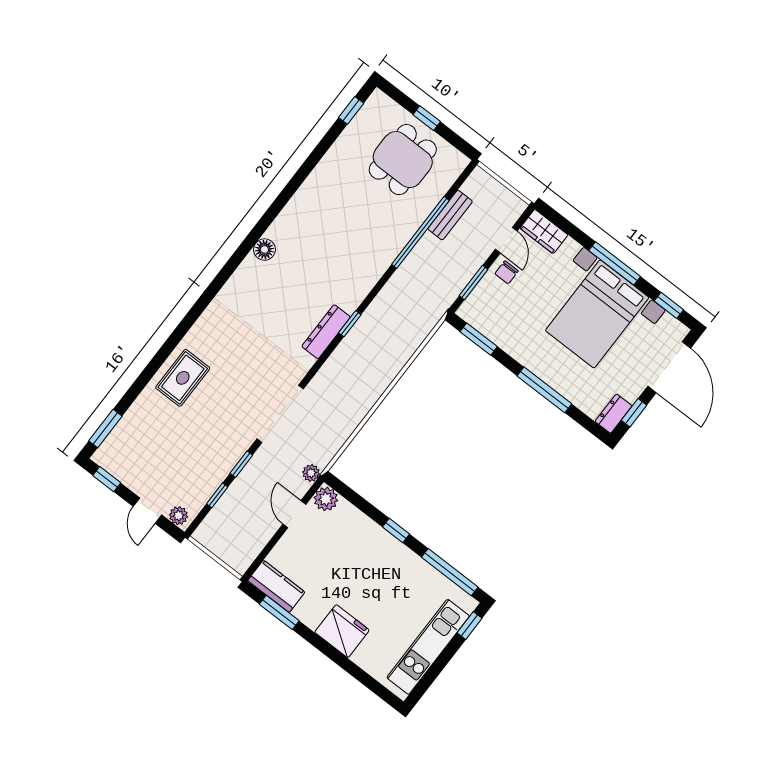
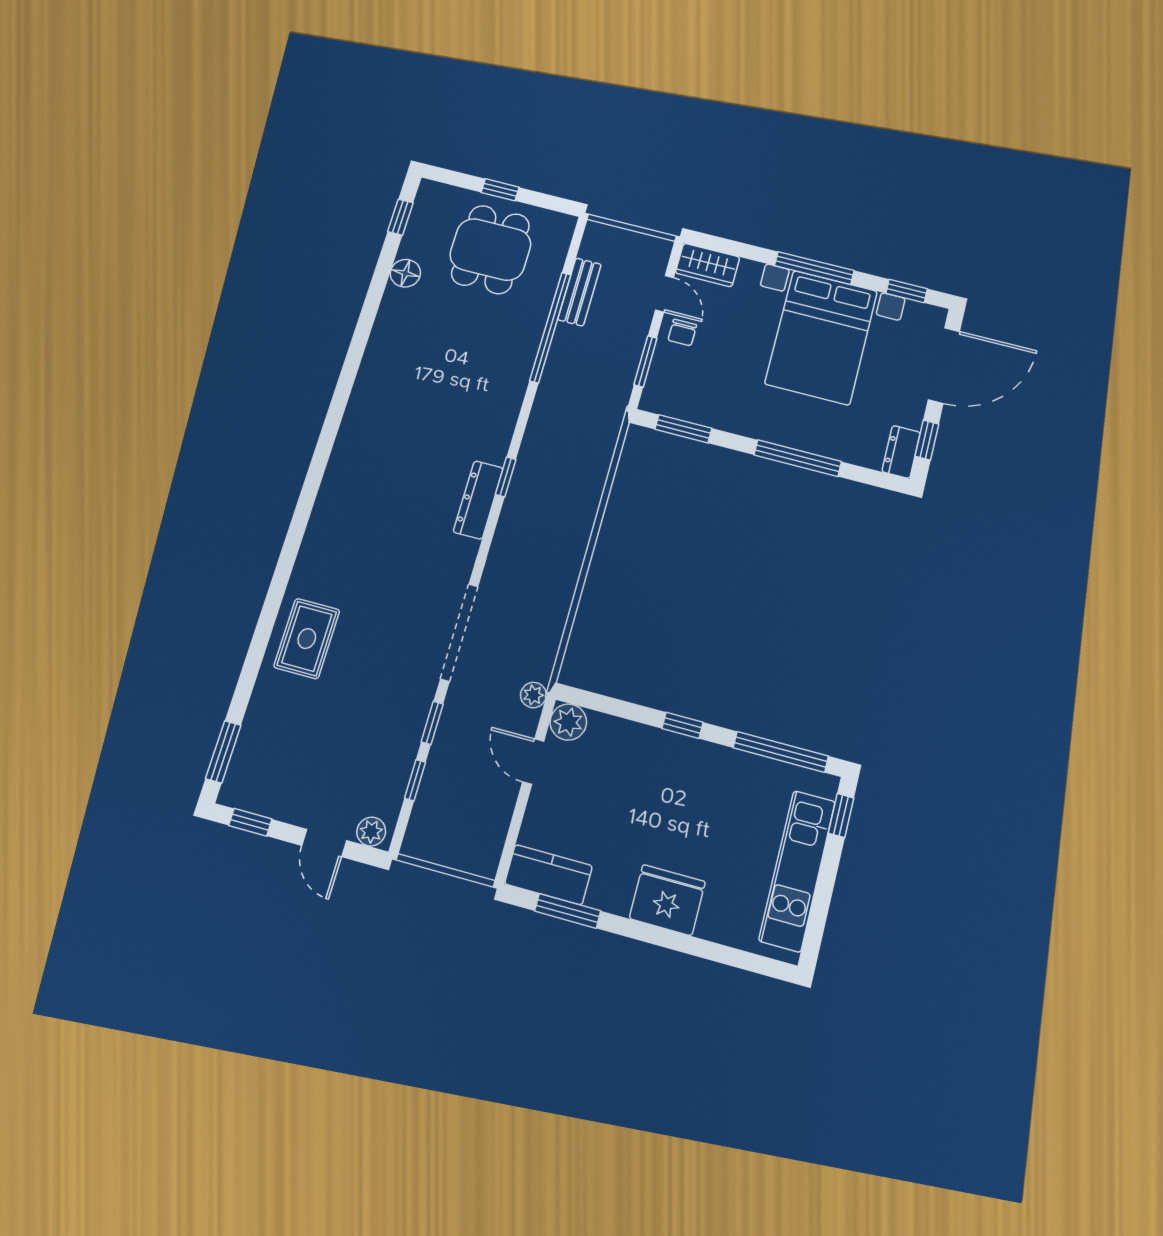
floor lamp: (264, 250) -> (405, 273), moved
door: (669, 367) -> (944, 365), hinge flipped

